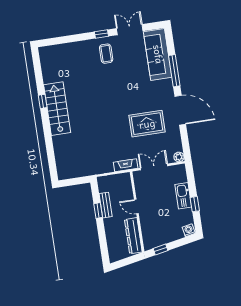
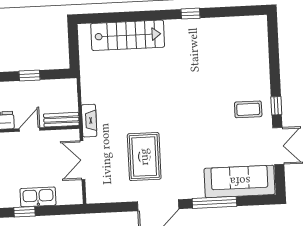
stairs: (57, 109) -> (128, 35), moved
plant: (179, 157) -> (93, 196), removed
double door: (154, 167) -> (82, 160), swing flipped
bench: (106, 205) -> (61, 120), moved

